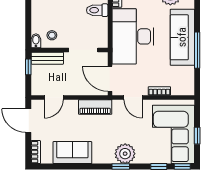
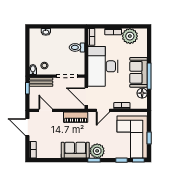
sofa: (182, 37) -> (139, 72), width x0.73
floor lamp: (187, 74) -> (142, 93), added
door: (54, 97) -> (46, 110), swing flipped
door: (133, 97) -> (103, 110), hinge flipped
sofa: (72, 153) -> (75, 150), moved

